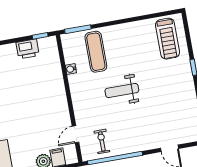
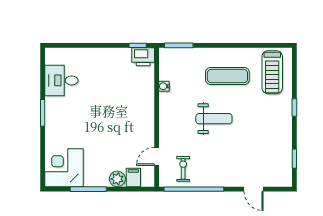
printer: (28, 49) -> (143, 57), moved
exercise mat: (96, 52) -> (227, 76), moved, turned 90
weight bench: (122, 91) -> (214, 119), turned 180

